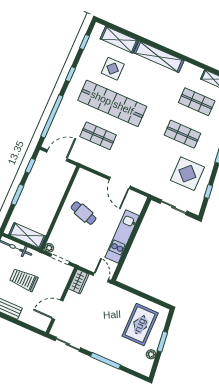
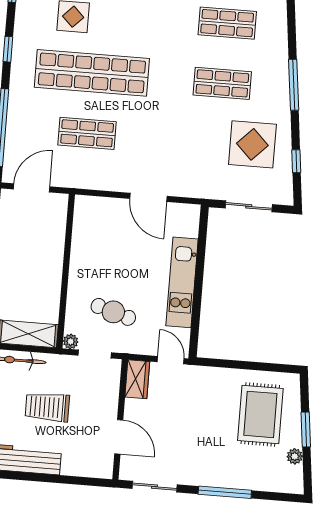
cafe table: (84, 213) -> (113, 312), moved
door: (57, 310) -> (119, 437), swing flipped

